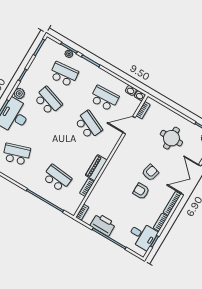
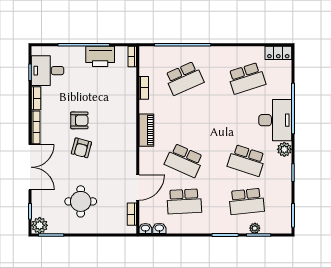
piano: (96, 168) -> (146, 130), moved
school desk: (57, 178) -> (184, 78), turned -30

